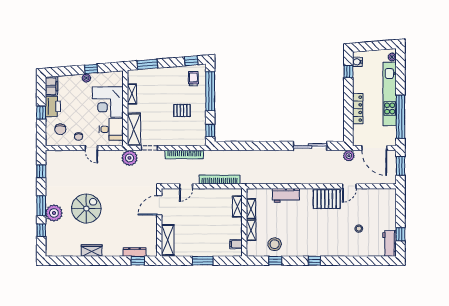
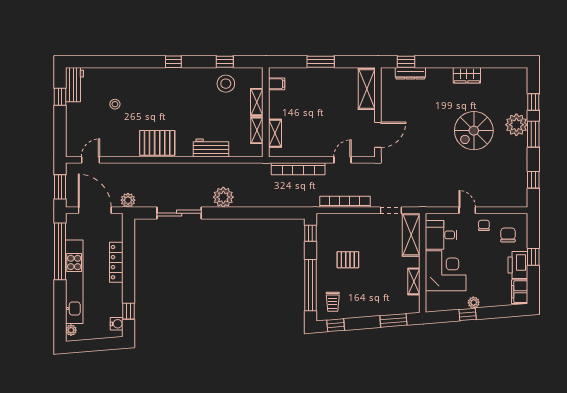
plant: (129, 158) -> (223, 197), moved
door: (349, 186) -> (90, 160), moved

